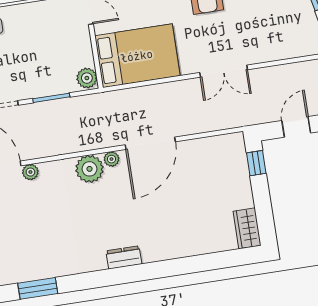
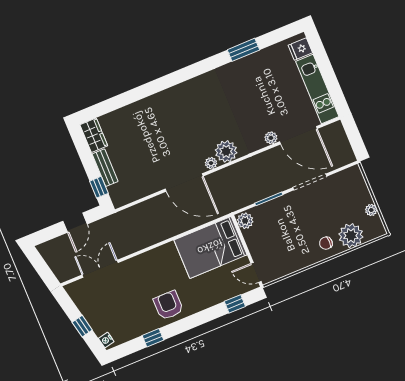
double door: (224, 71) -> (100, 269), moved
door: (150, 143) -> (184, 182), swing flipped
bench: (243, 185) -> (105, 168), added
dresser: (124, 257) -> (183, 90), removed

